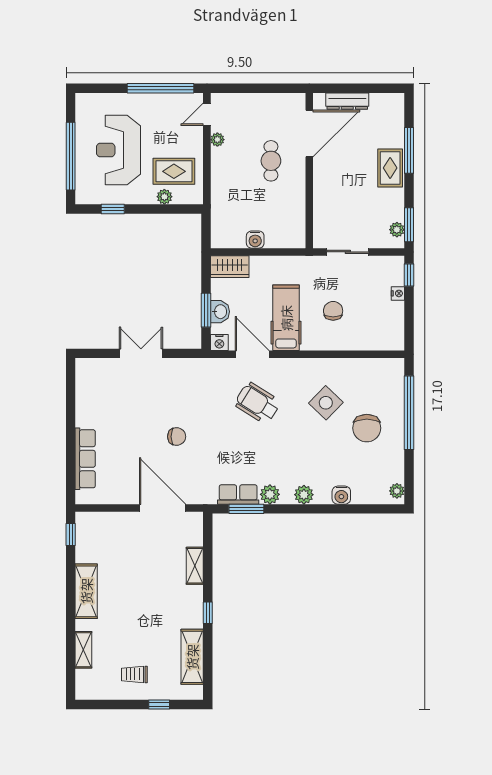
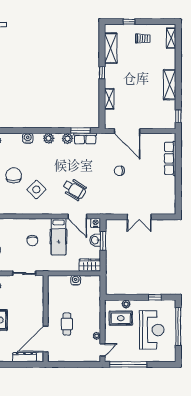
shelving: (83, 650) -> (171, 38), moved

